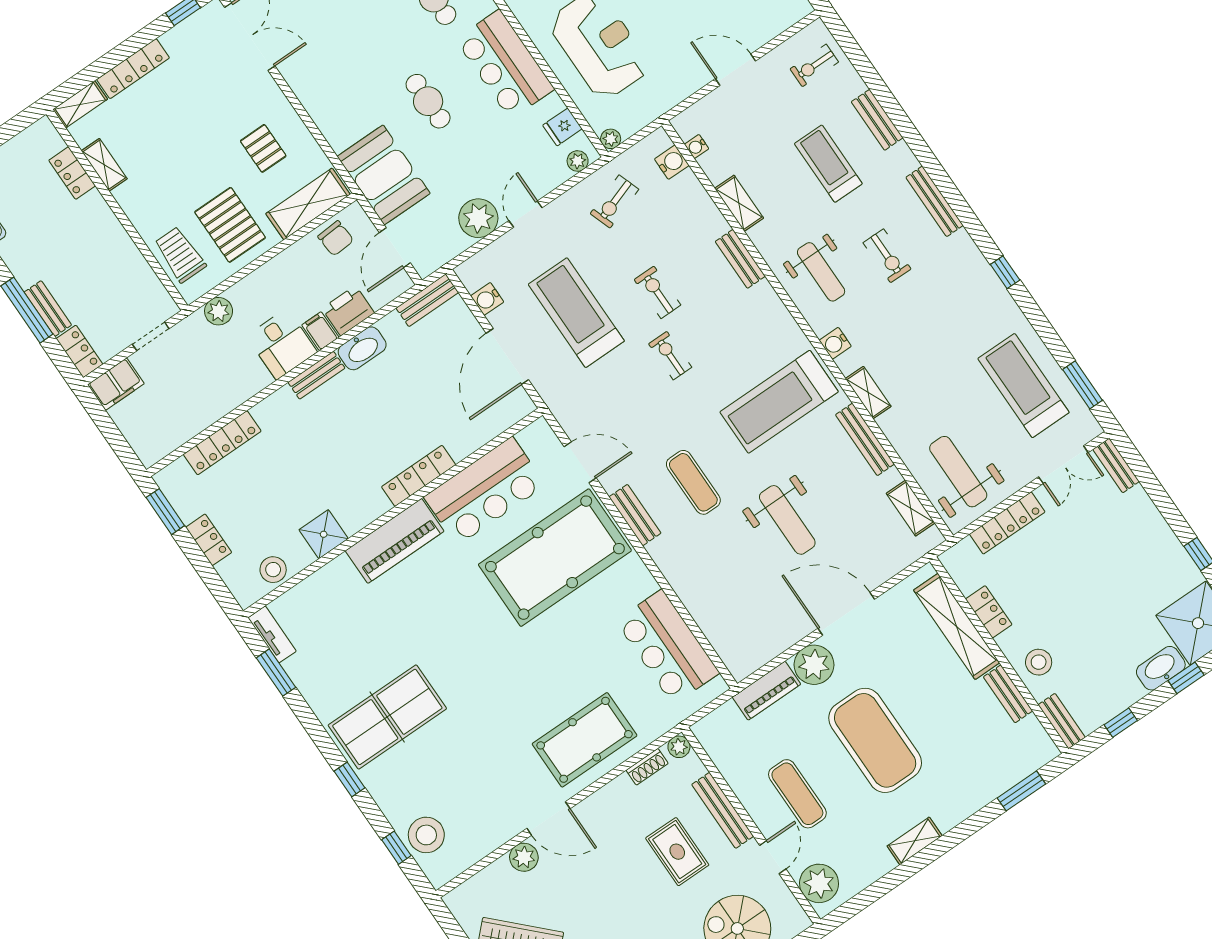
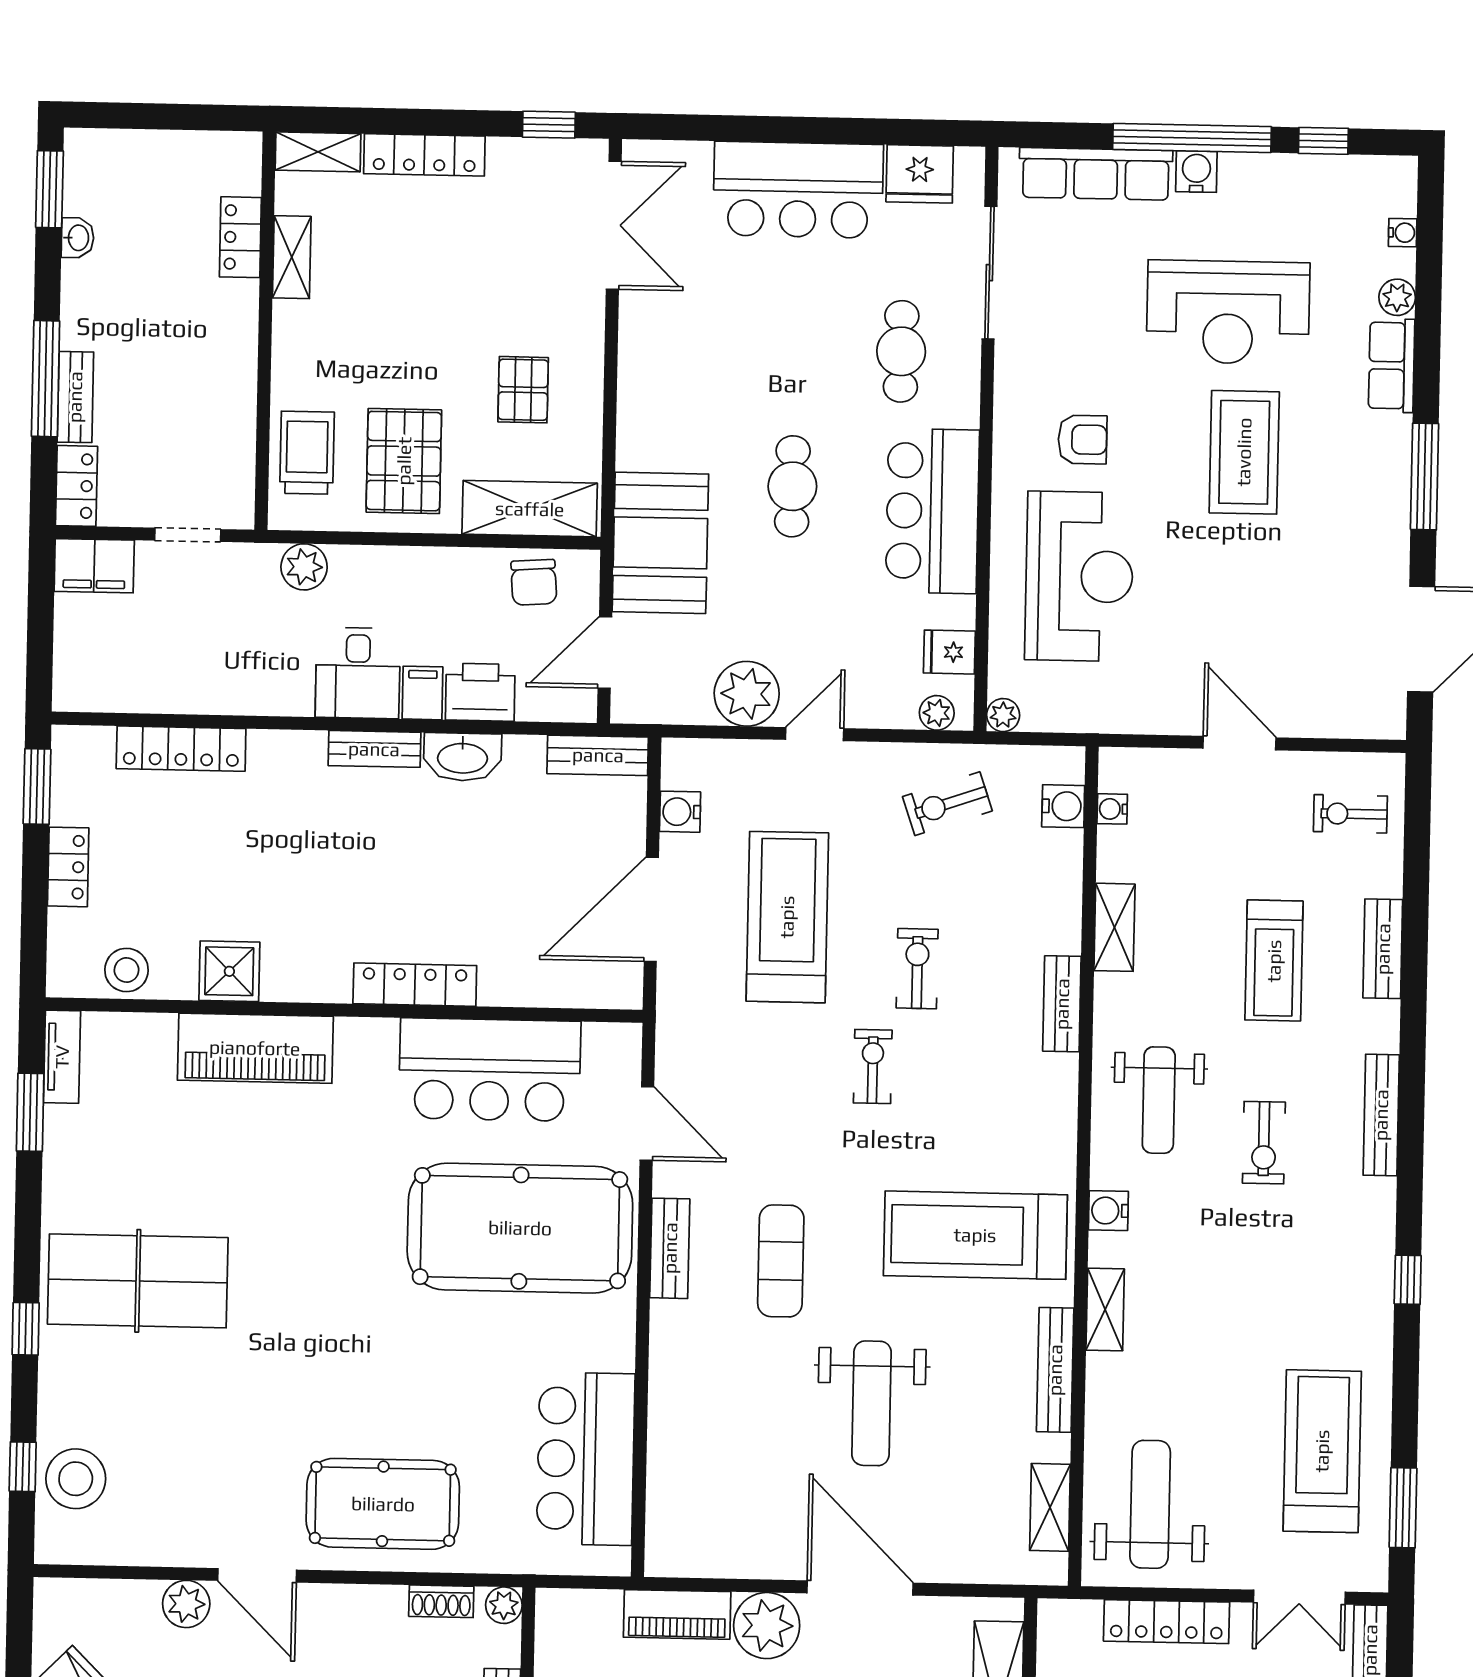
treadmill: (828, 164) -> (1274, 961), turned 180
piano: (395, 541) -> (255, 1048), moved

